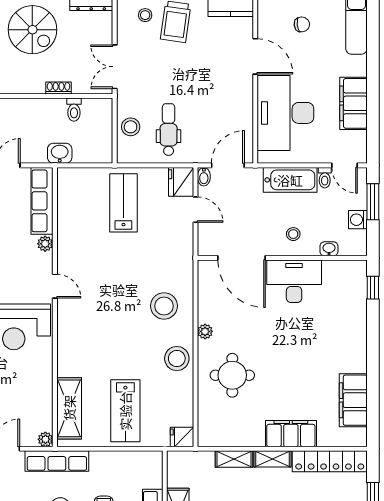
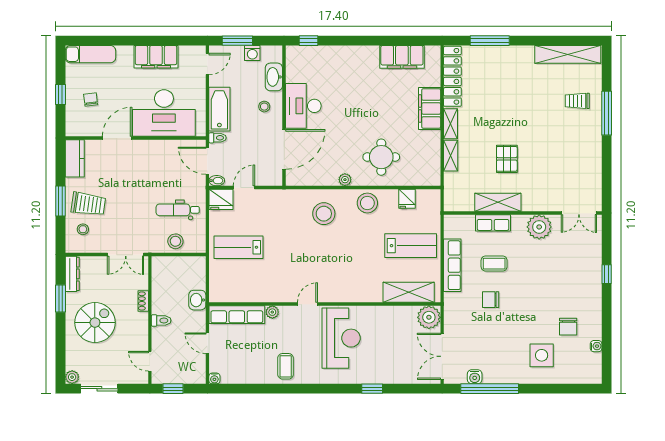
toilet: (74, 110) -> (161, 320), moved
toilet: (325, 178) -> (218, 138), moved
washbasin: (329, 249) -> (274, 77), width x1.91, depth x1.45
fridge: (182, 437) -> (407, 199), moved
plant: (45, 439) -> (429, 317), width x1.88, depth x1.88
row of seats: (57, 461) -> (452, 265), moved

